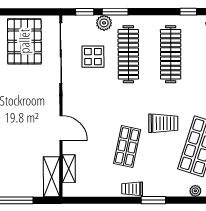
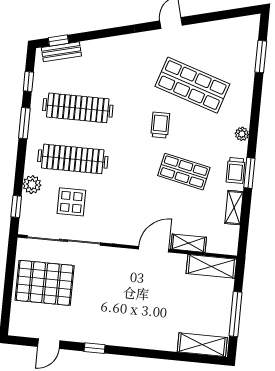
window: (115, 12) -> (24, 123), moved
trolley: (163, 123) -> (160, 125), width x0.73, depth x0.72
shelving: (69, 169) -> (189, 243), moved
shelving: (102, 191) -> (234, 208), added
plant: (195, 191) -> (242, 134), moved
window: (153, 200) -> (249, 173), moved

